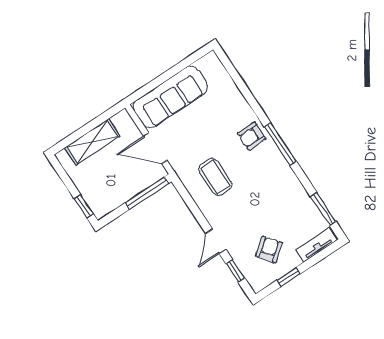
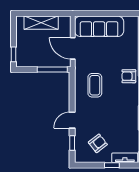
window: (288, 277) -> (112, 165), moved

